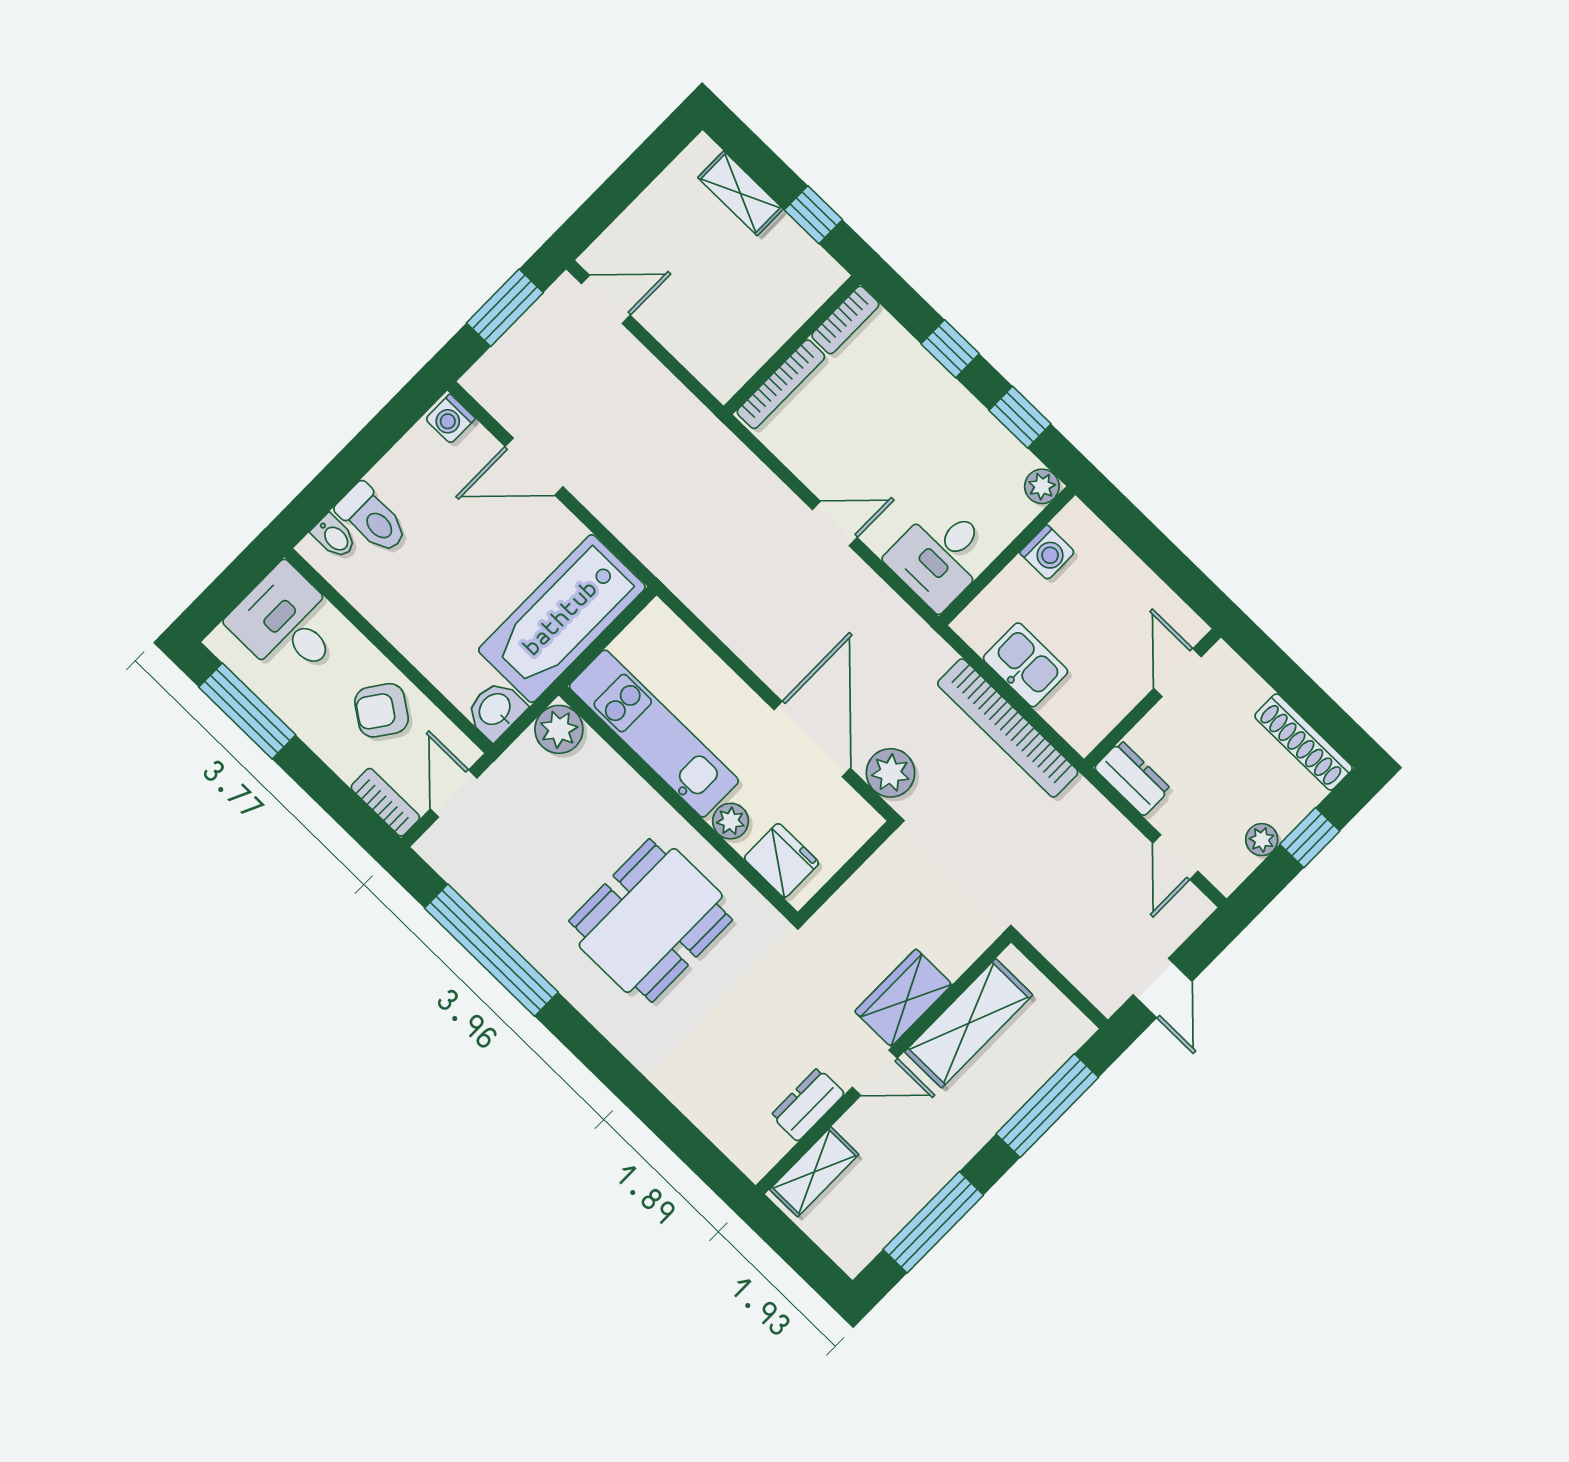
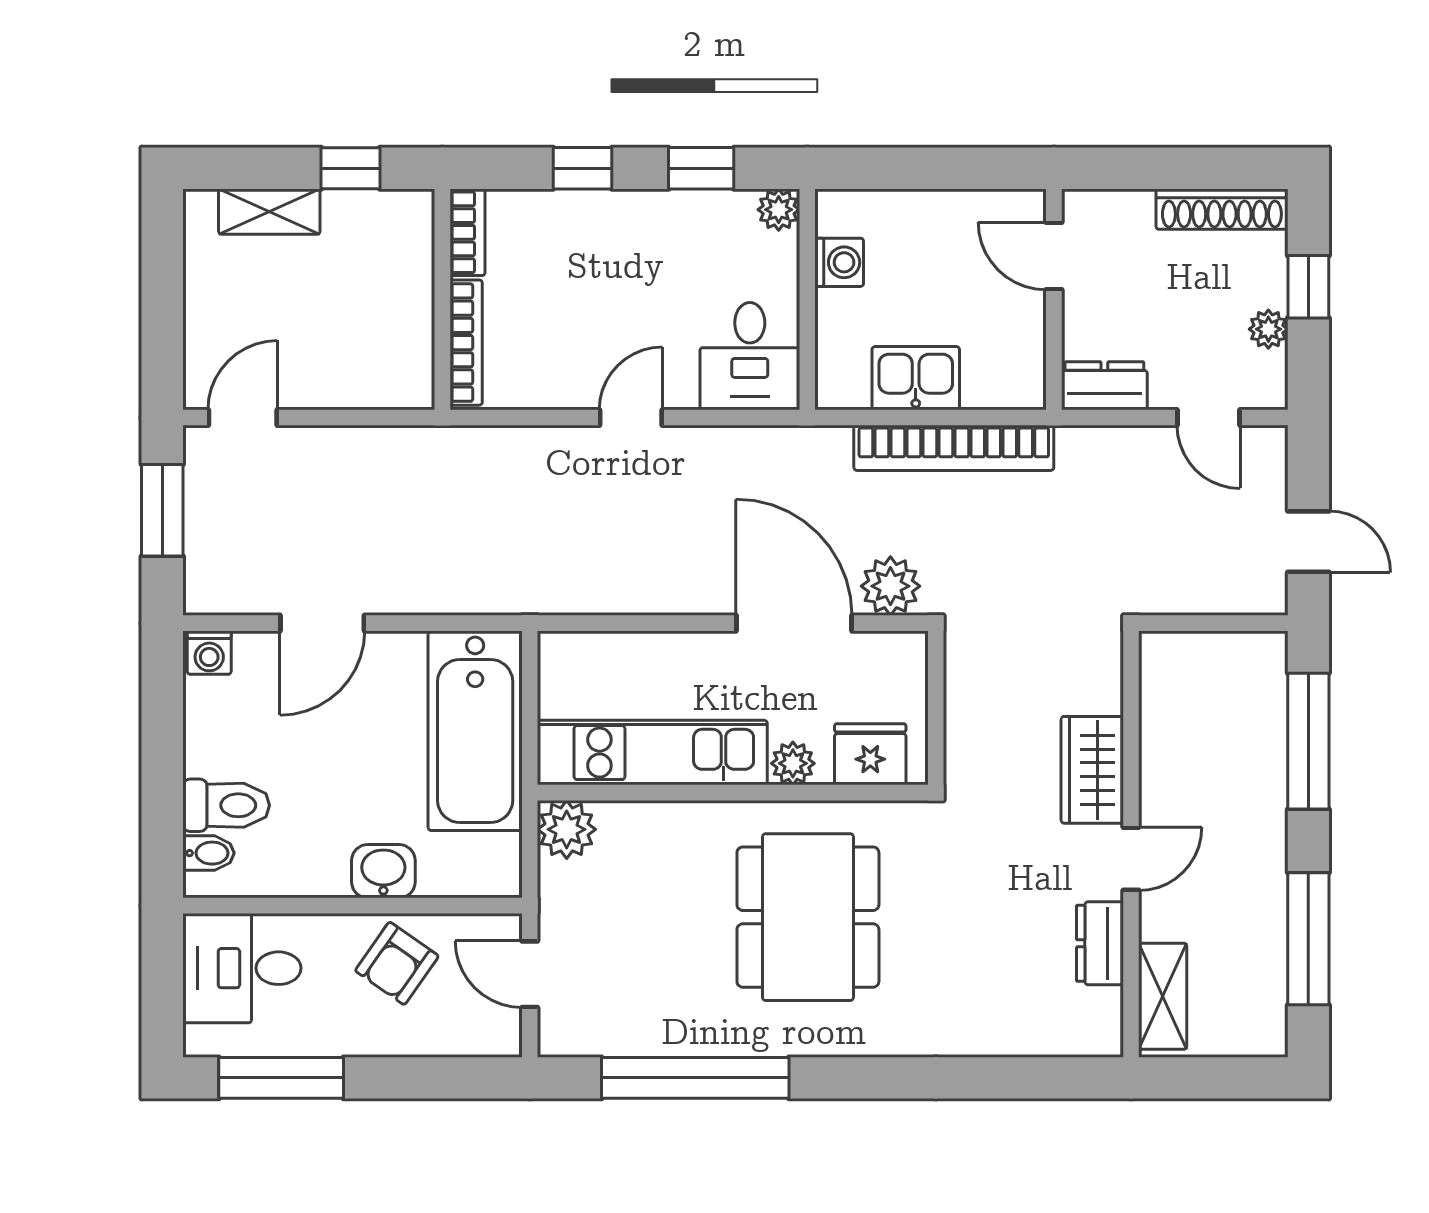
washbasin: (496, 710) -> (383, 871), moved, turned 90
bookcase: (385, 802) -> (478, 1040), removed
shelving: (969, 1023) -> (1170, 737), removed

